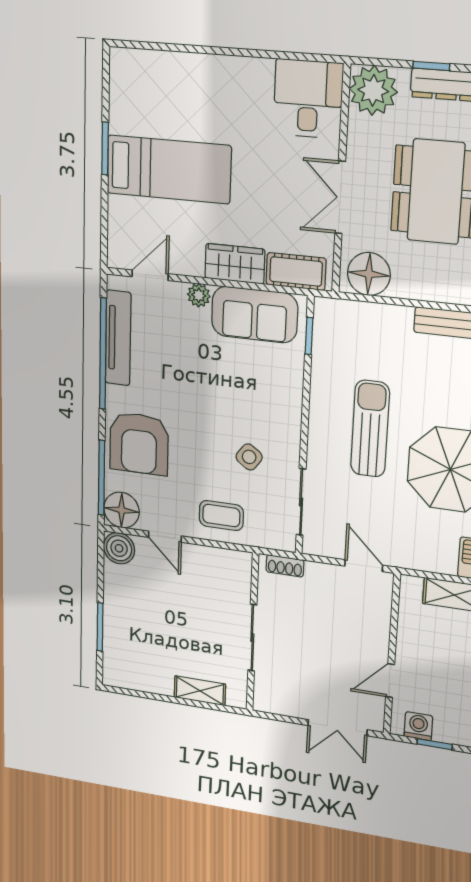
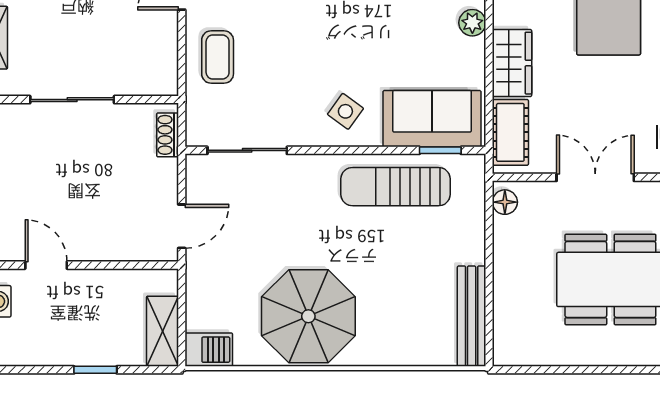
floor lamp: (369, 274) -> (505, 202), width x0.53, depth x0.53
sofa: (255, 315) -> (432, 119), moved, turned 90
sun lounger: (370, 429) -> (396, 187), moved, turned 180
side table: (249, 457) -> (345, 111), moved

